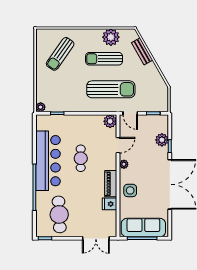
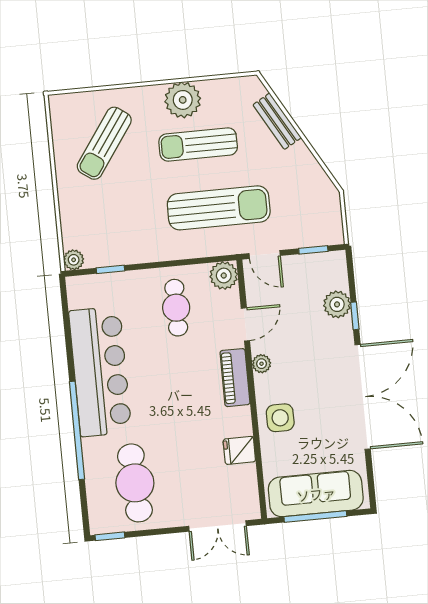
plant: (111, 37) -> (183, 100), moved
cafe table: (81, 158) -> (176, 308), moved
piano: (111, 184) -> (235, 378), moved

